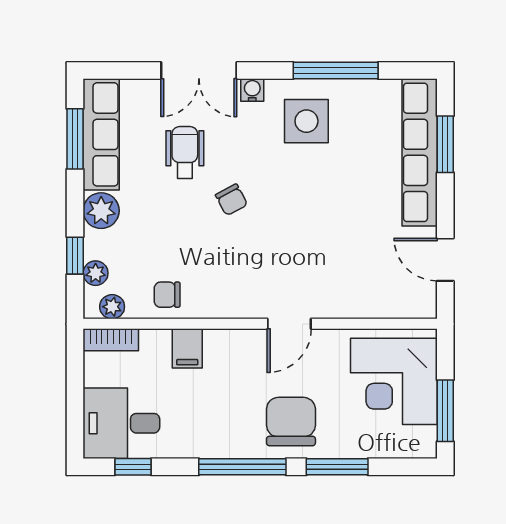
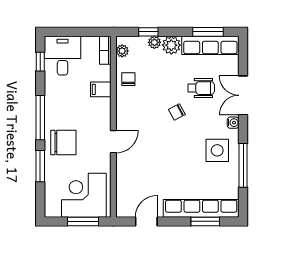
plant: (96, 273) -> (154, 42), moved
door: (289, 324) -> (113, 142), swing flipped
window: (445, 411) -> (83, 221), moved

